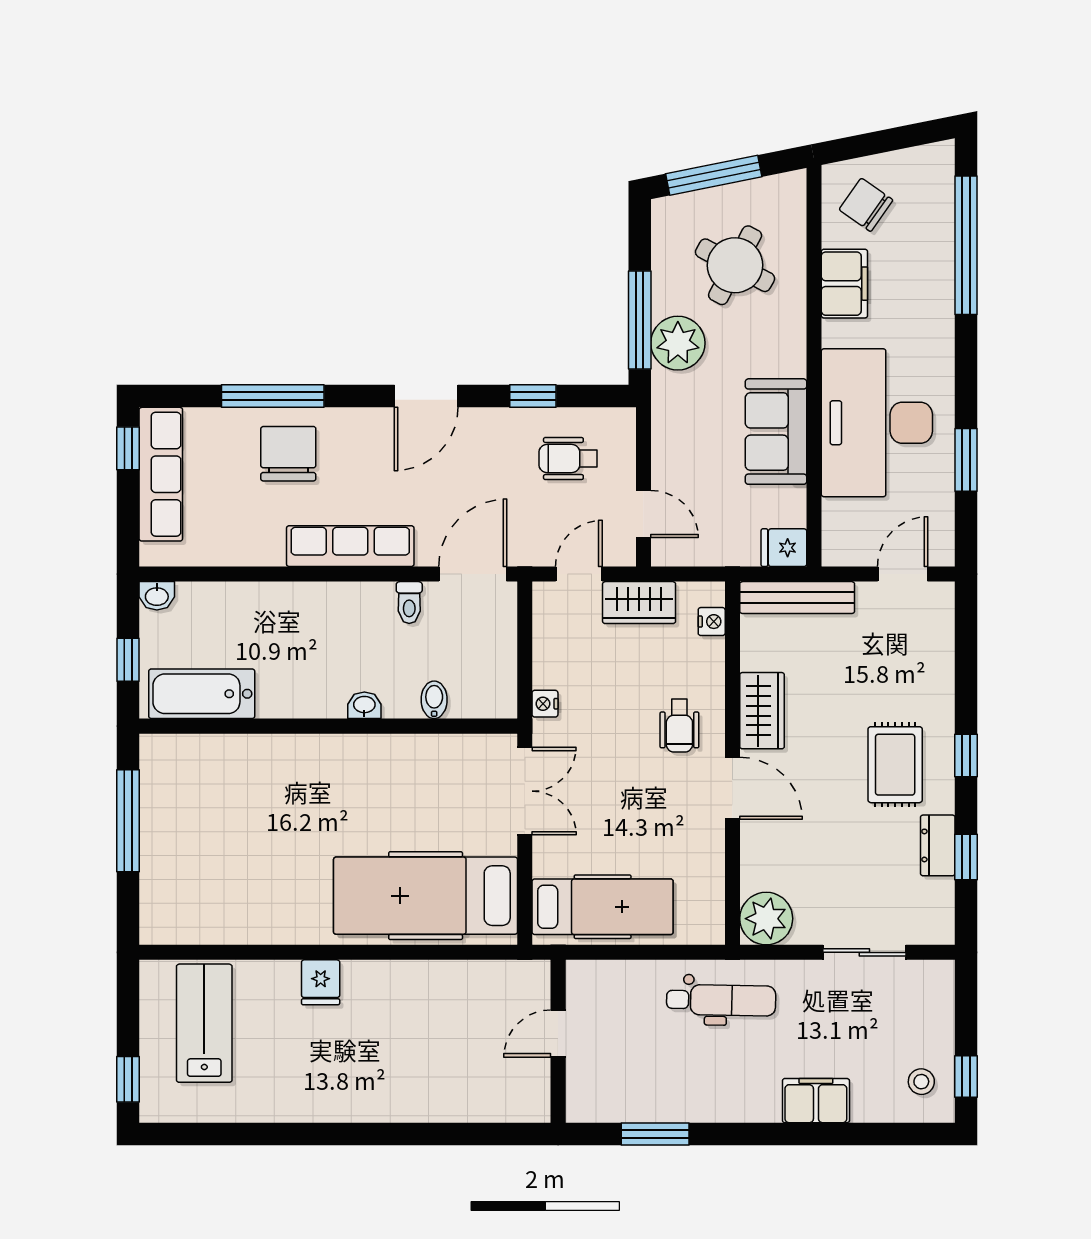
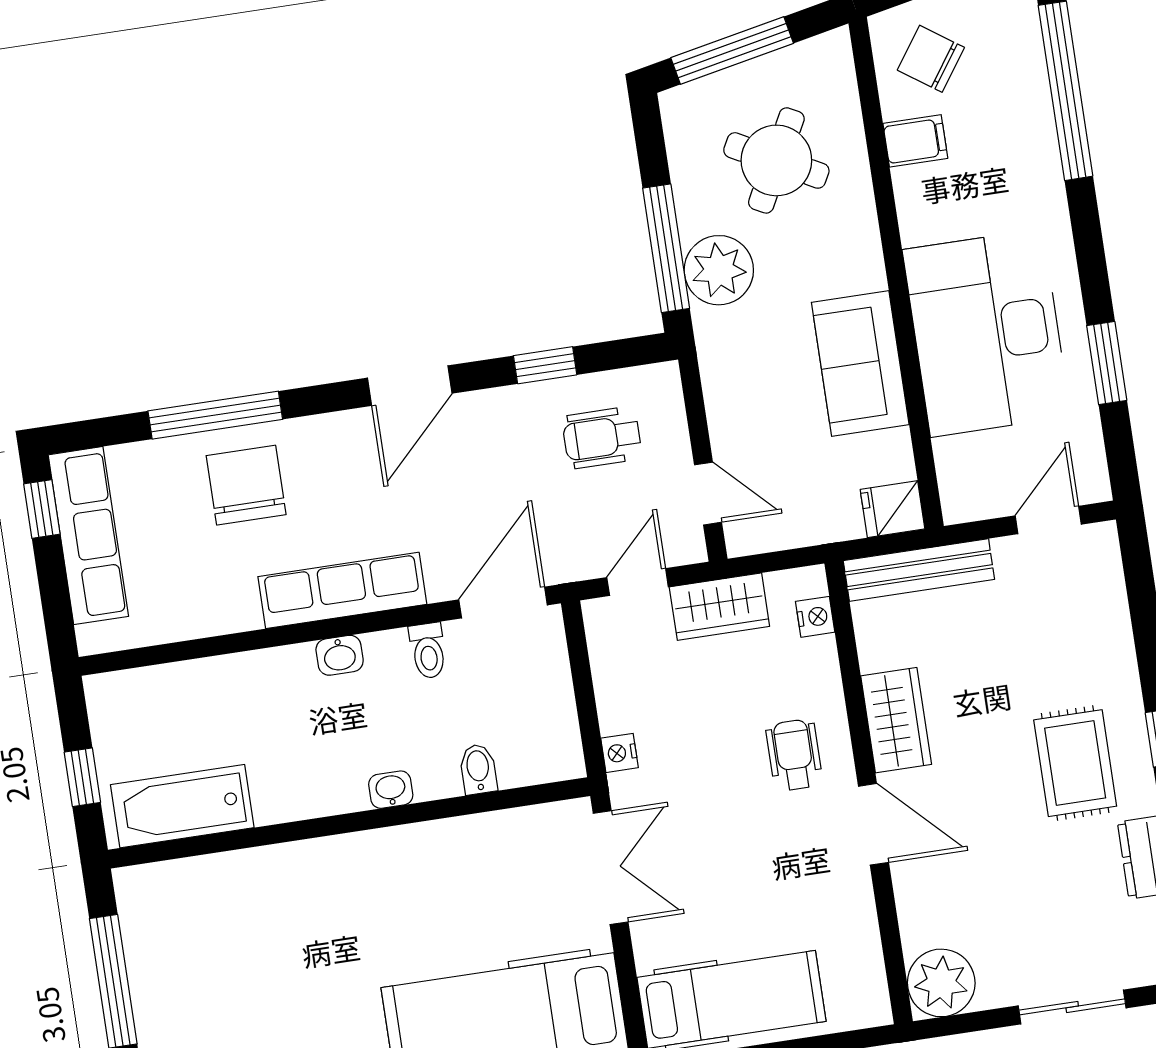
filing cabinet: (844, 284) -> (915, 141), width x0.50
washbasin: (157, 596) -> (340, 655), moved
wheelchair: (679, 726) -> (794, 755), turned 180

